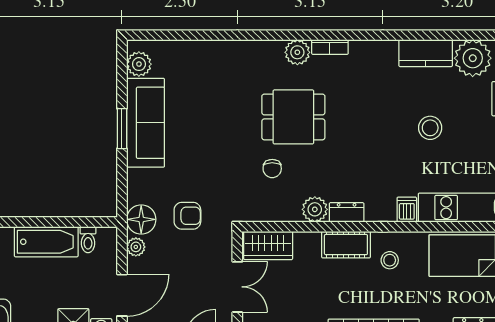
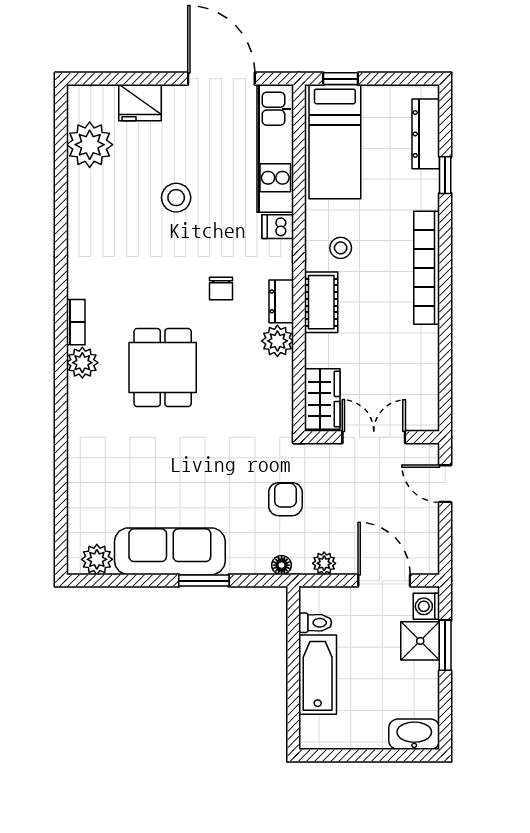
kitchen counter: (426, 53) -> (83, 203), removed
window: (122, 129) -> (204, 581), moved
chair: (272, 169) -> (221, 288), moved, turned 90
floor lamp: (141, 219) -> (282, 565), width x0.53, depth x0.53

